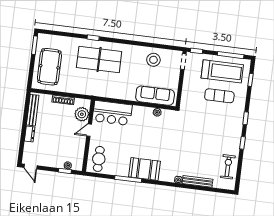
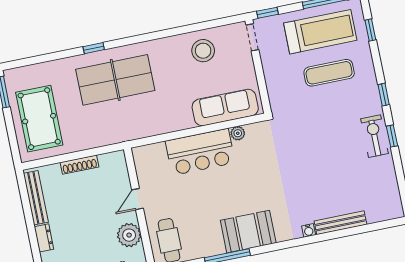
bar counter: (112, 113) -> (200, 152), moved
plant: (82, 114) -> (129, 235), moved
exercise bike: (228, 167) -> (375, 136), moved

